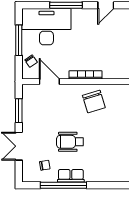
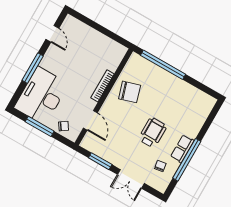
door: (49, 82) -> (90, 120), swing flipped
wheelchair: (70, 142) -> (153, 133), turned 180

